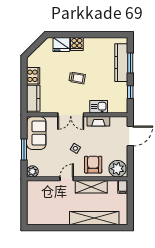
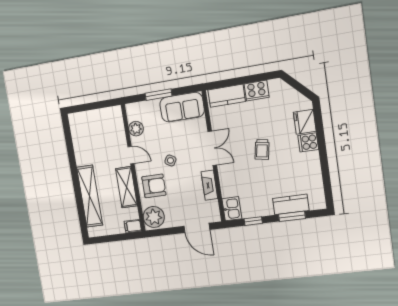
kitchen counter: (121, 63) -> (291, 204), width x0.67
kitchen sink: (99, 107) -> (232, 209), moved
double door: (71, 115) -> (212, 148), swing flipped
plant: (32, 171) -> (136, 129), moved

